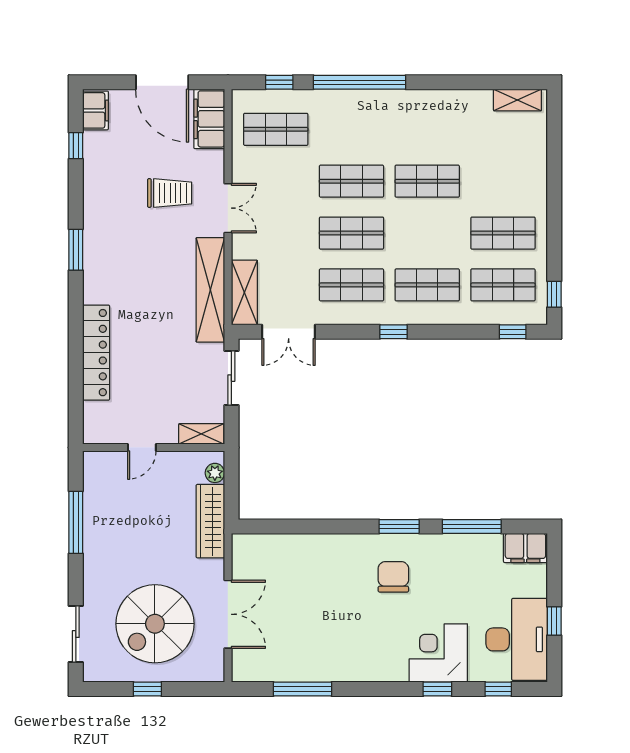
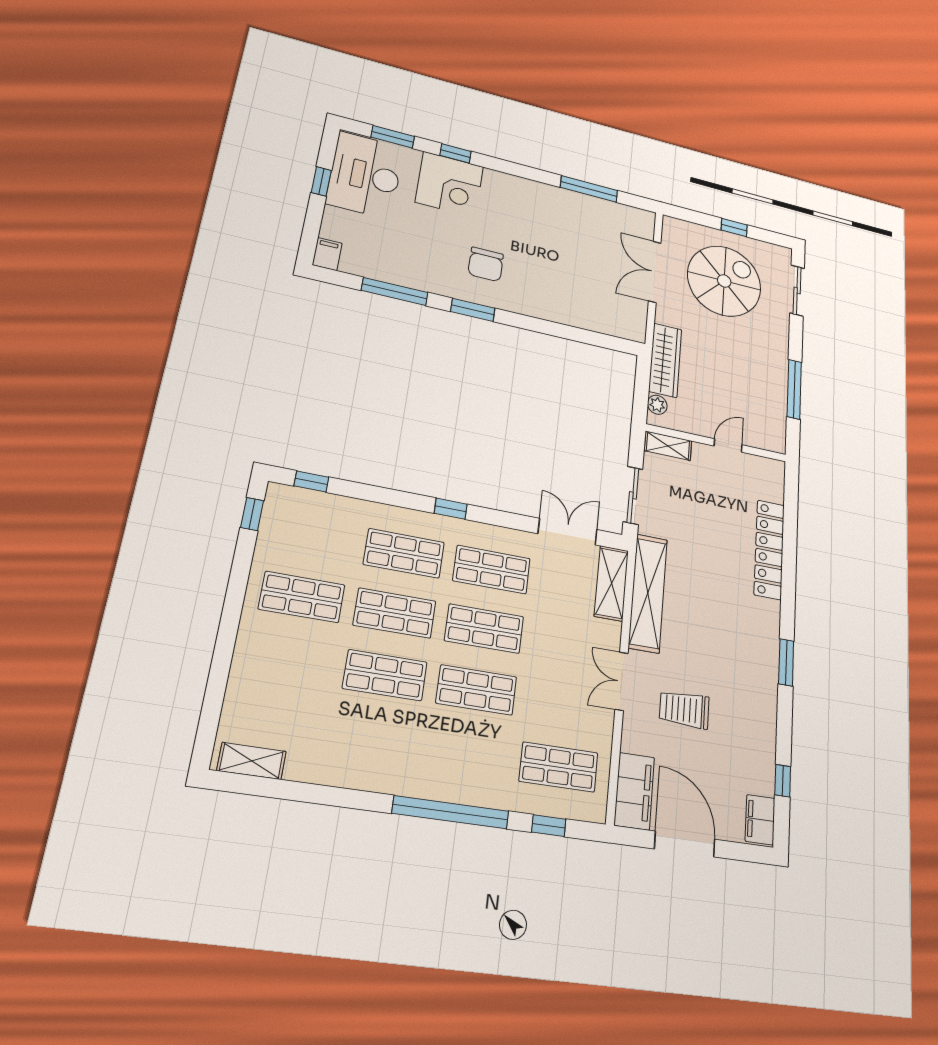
shop shelf: (503, 285) -> (395, 613), moved
filing cabinet: (525, 548) -> (327, 254), width x0.50
window: (498, 689) -> (393, 137), width x1.50

